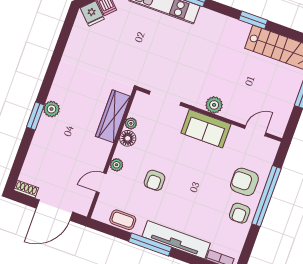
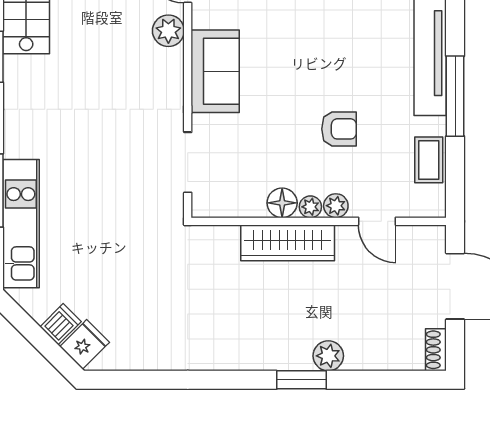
plant: (214, 105) -> (168, 31), moved
plant: (51, 109) -> (328, 356), moved
wardrobe: (113, 116) -> (288, 243), moved
plant: (131, 123) -> (310, 207), moved

